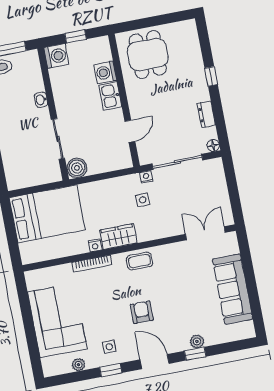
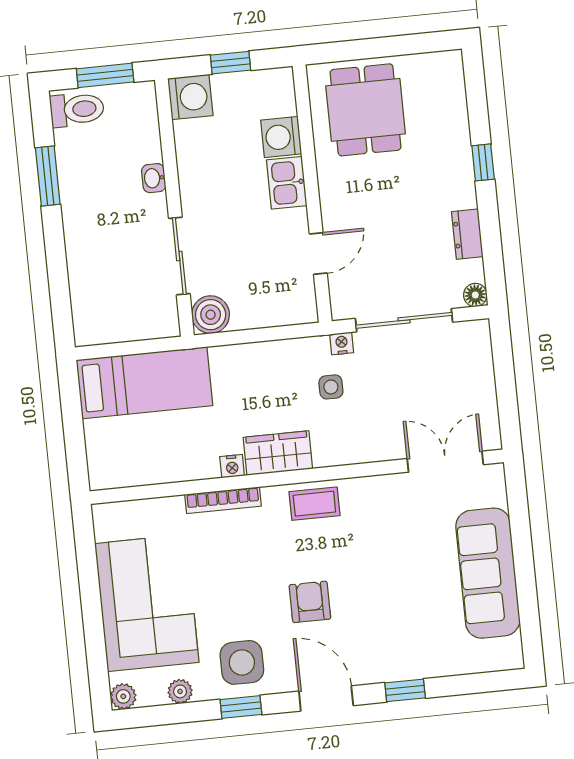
bed: (47, 214) -> (144, 383), width x0.67
plant: (197, 341) -> (123, 696), moved
side table: (109, 347) -> (242, 662), width x1.87, depth x1.87

